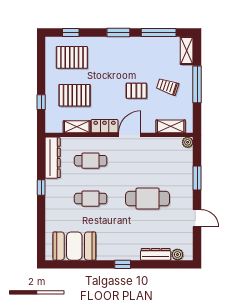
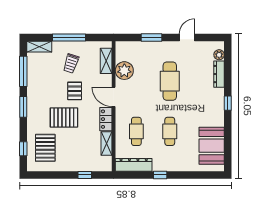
pallet: (75, 95) -> (64, 118), moved, turned 90
plant: (188, 142) -> (124, 71), moved, width x1.88, depth x1.88

